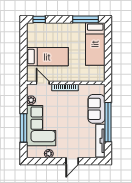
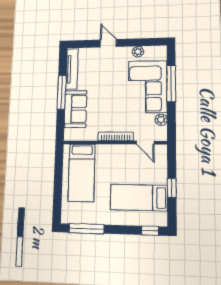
bed: (95, 44) -> (82, 173), moved, turned 180
window: (24, 50) -> (172, 188), added
bed: (47, 57) -> (139, 198), moved
window: (108, 122) -> (62, 92), width x0.68
door: (72, 161) -> (108, 43), hinge flipped

